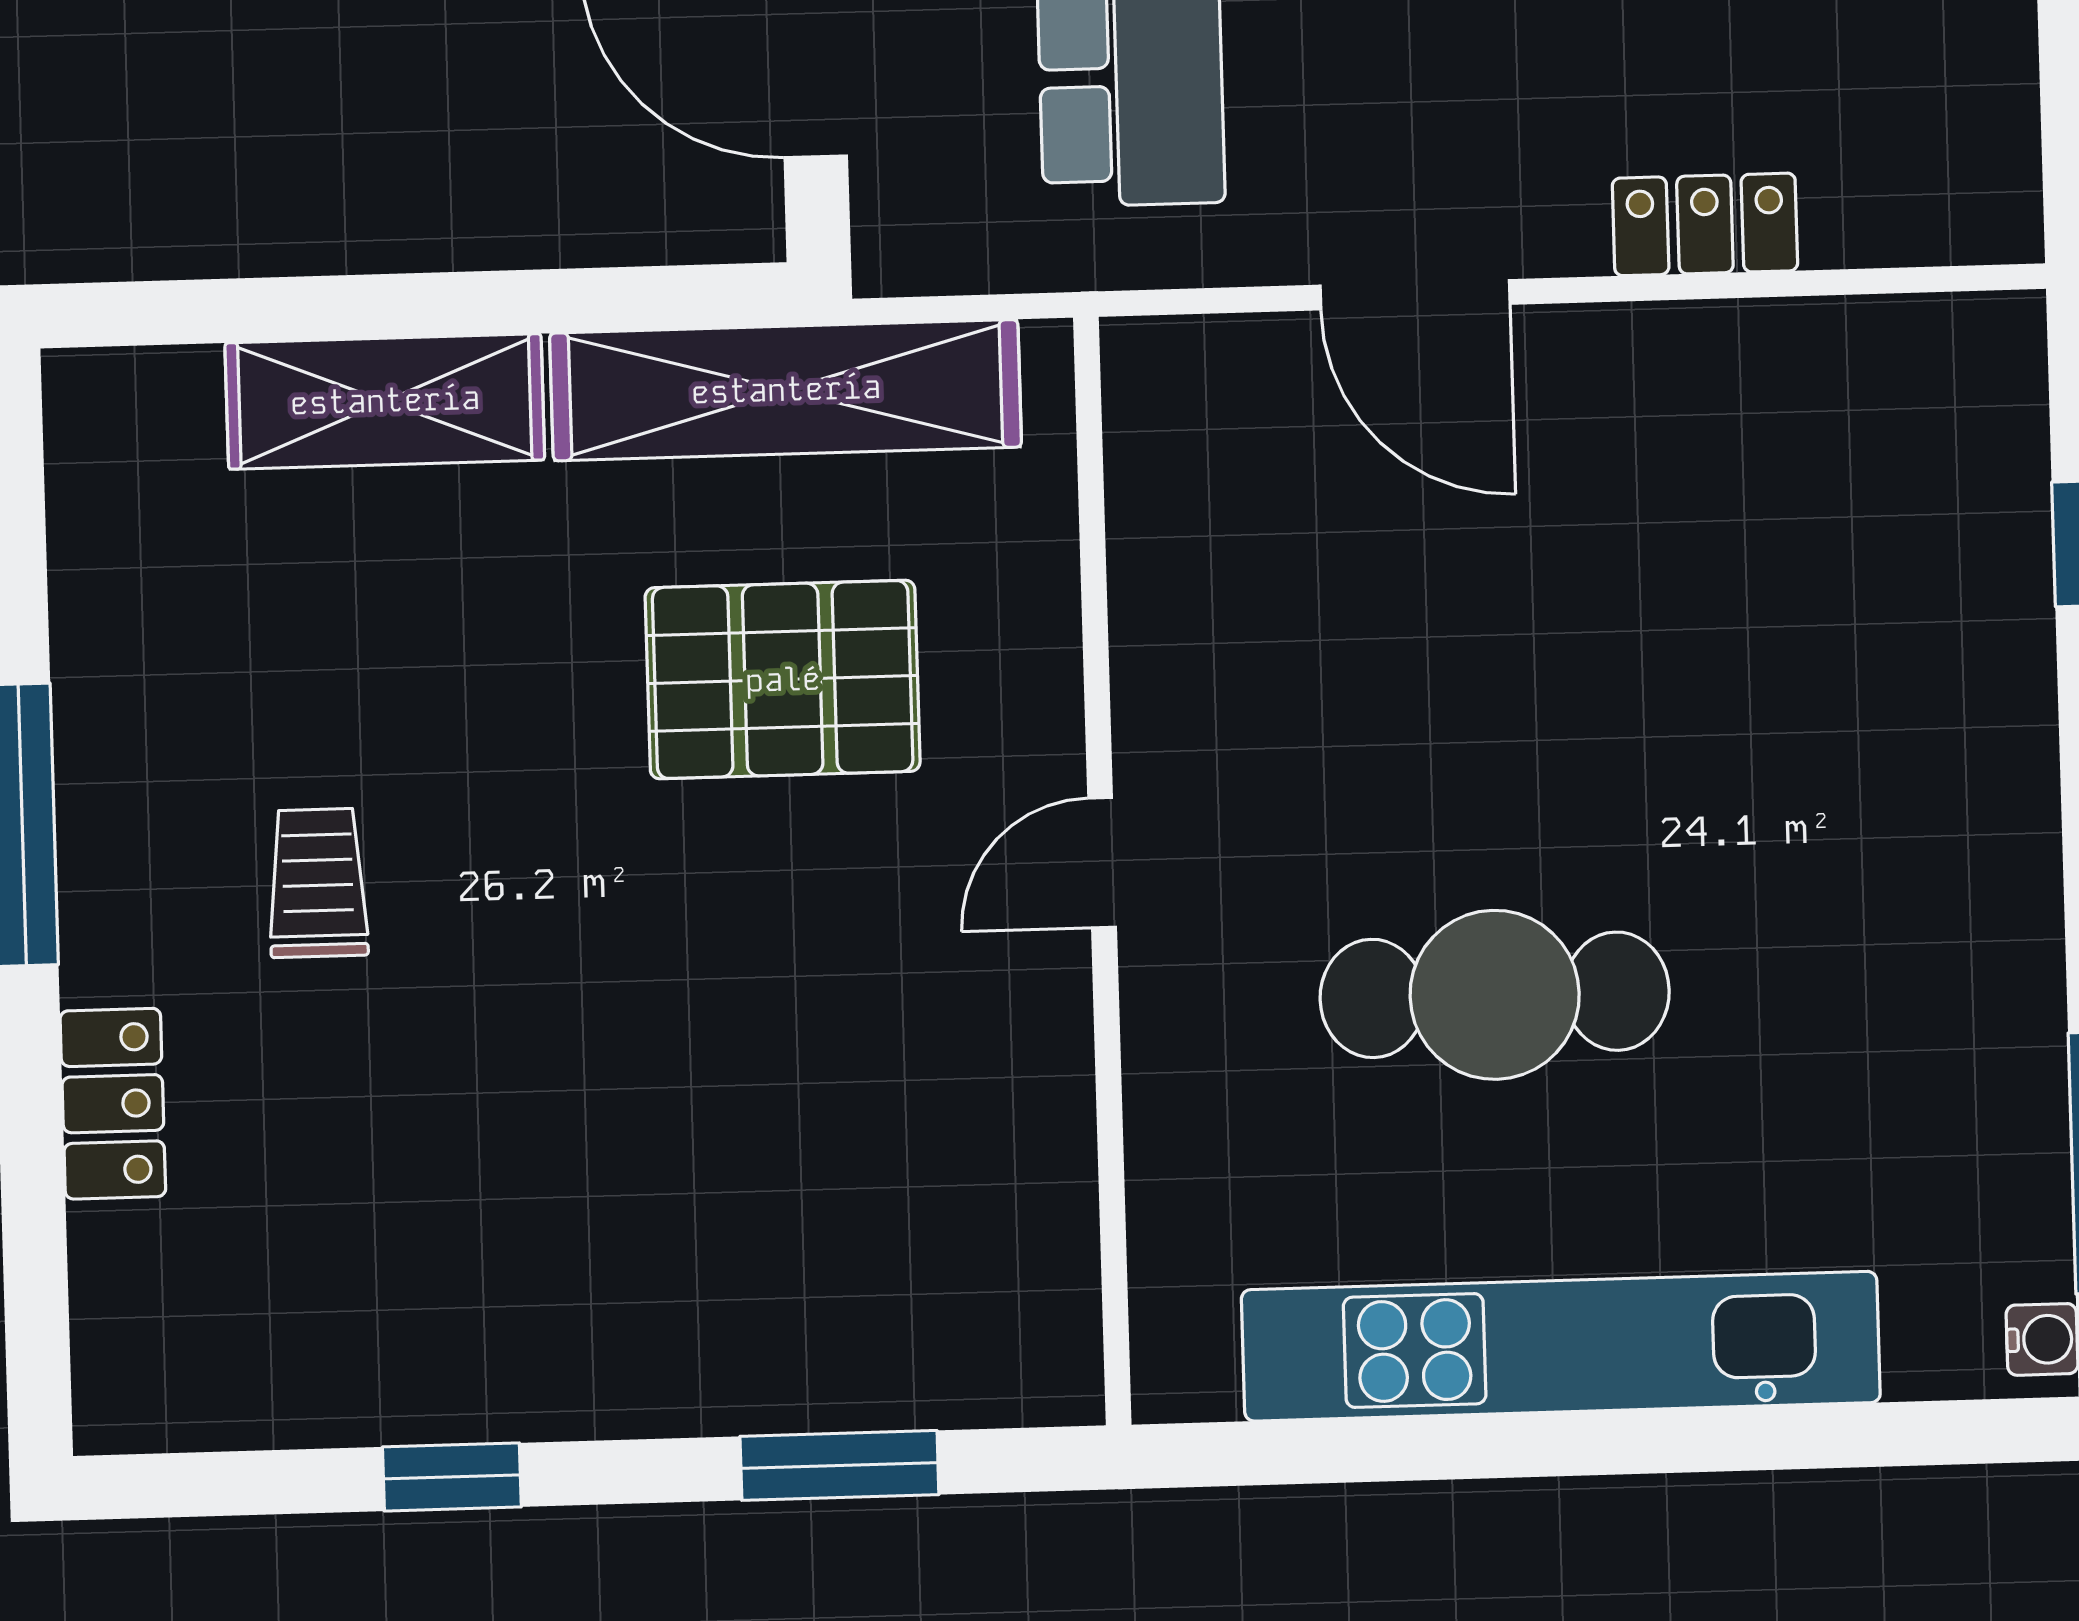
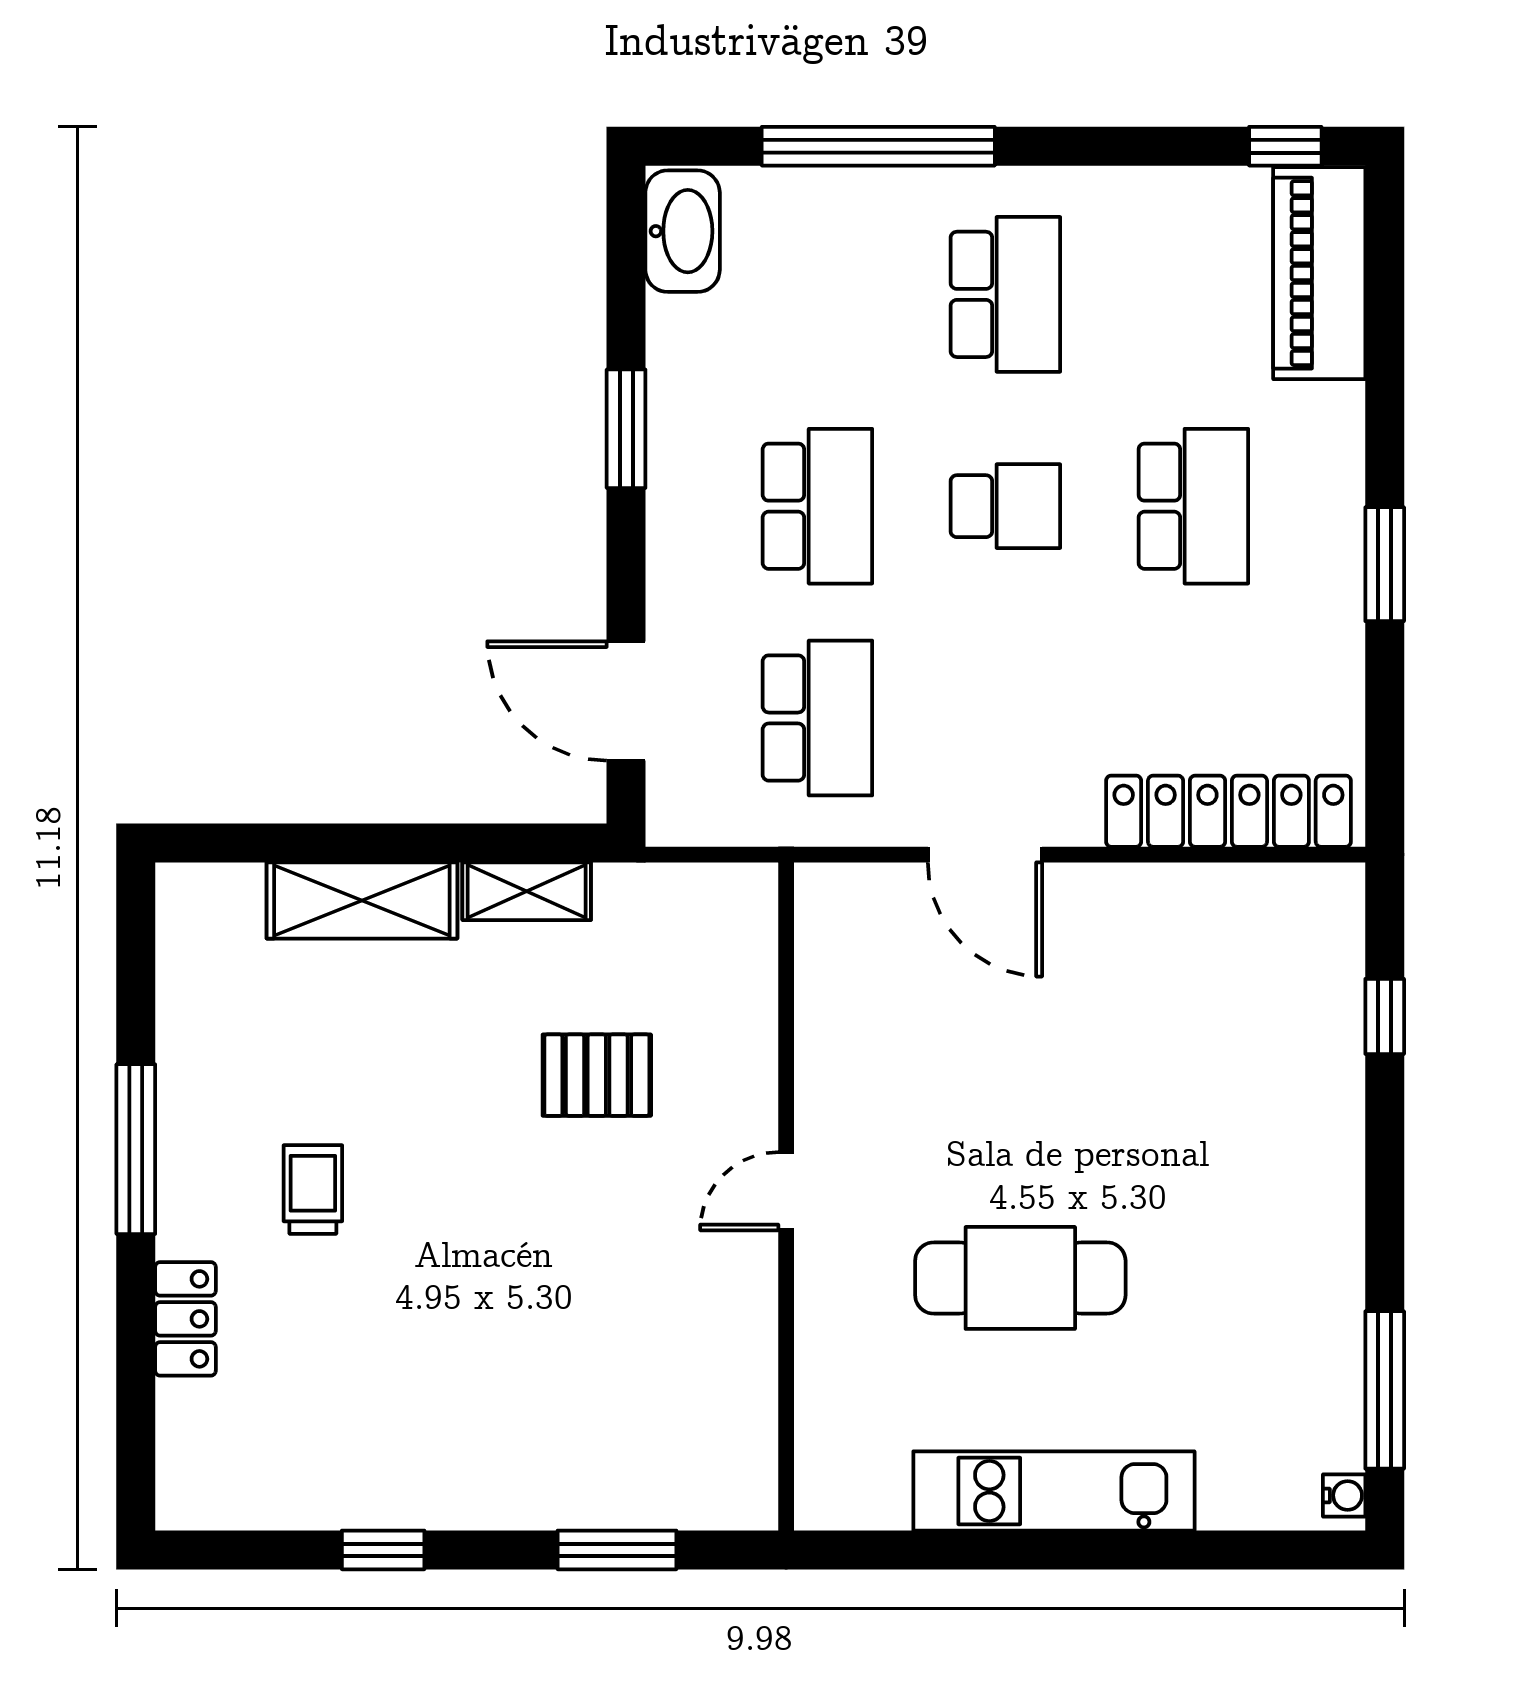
locker: (1705, 224) -> (1228, 811), width x2.16, depth x1.21
shelving: (786, 390) -> (527, 891), width x0.45, depth x0.75
pallet: (783, 680) -> (597, 1075), width x0.67, depth x0.71
kitchen unit: (1561, 1346) -> (1054, 1491), width x0.73

